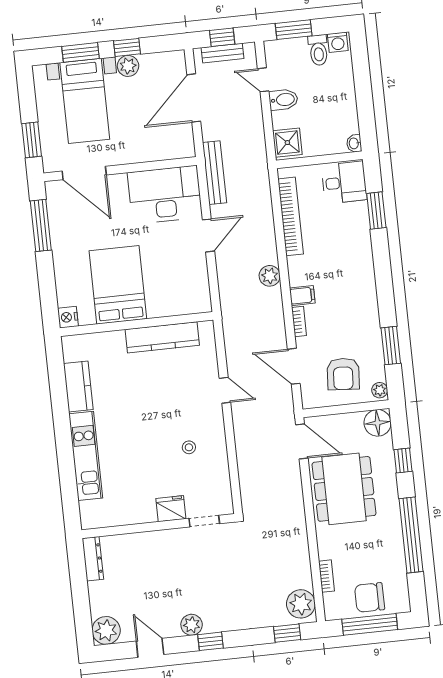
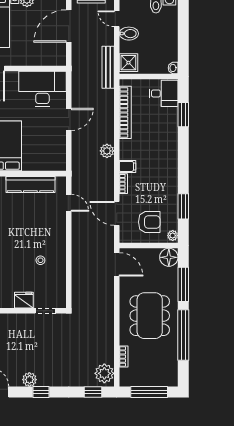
bench: (214, 173) -> (108, 67), moved
armchair: (343, 374) -> (149, 222), turned -94
door: (225, 390) -> (69, 203), moved
window: (403, 461) -> (183, 284), width x2.17
dining table: (344, 489) -> (150, 316), moved
chair: (370, 597) -> (151, 374), removed

